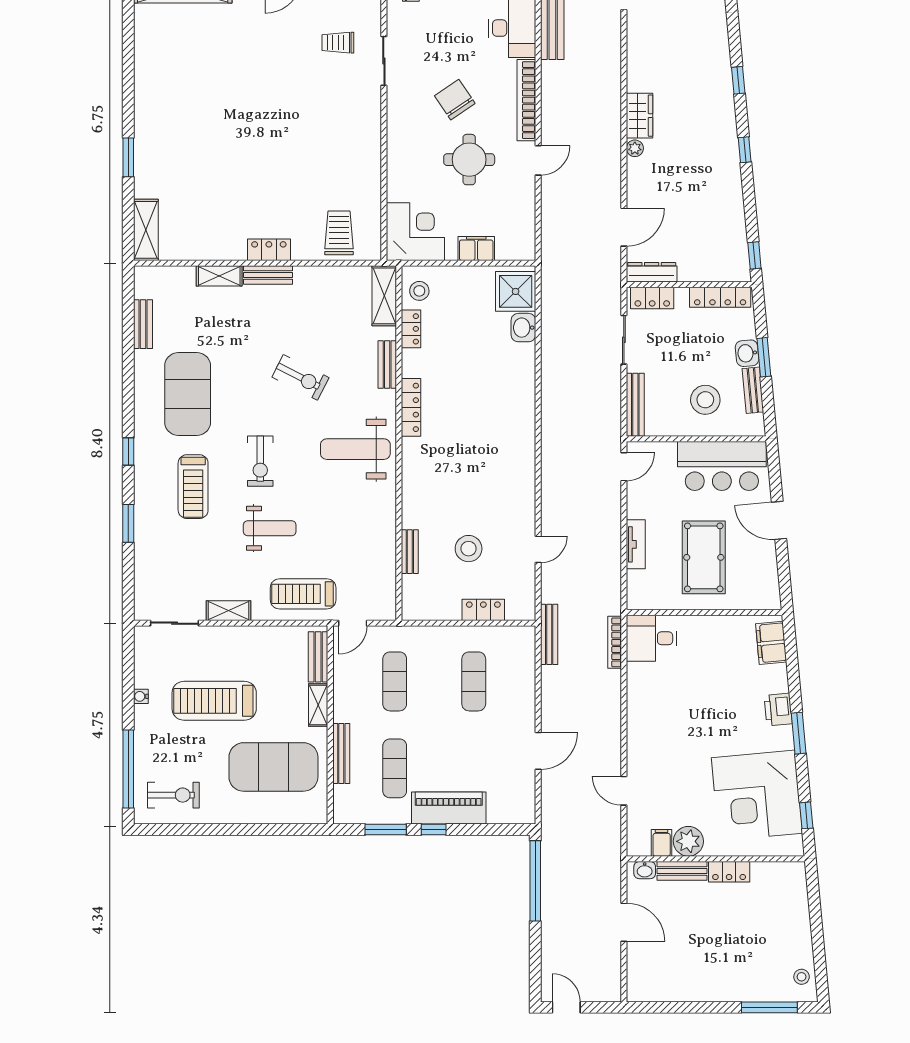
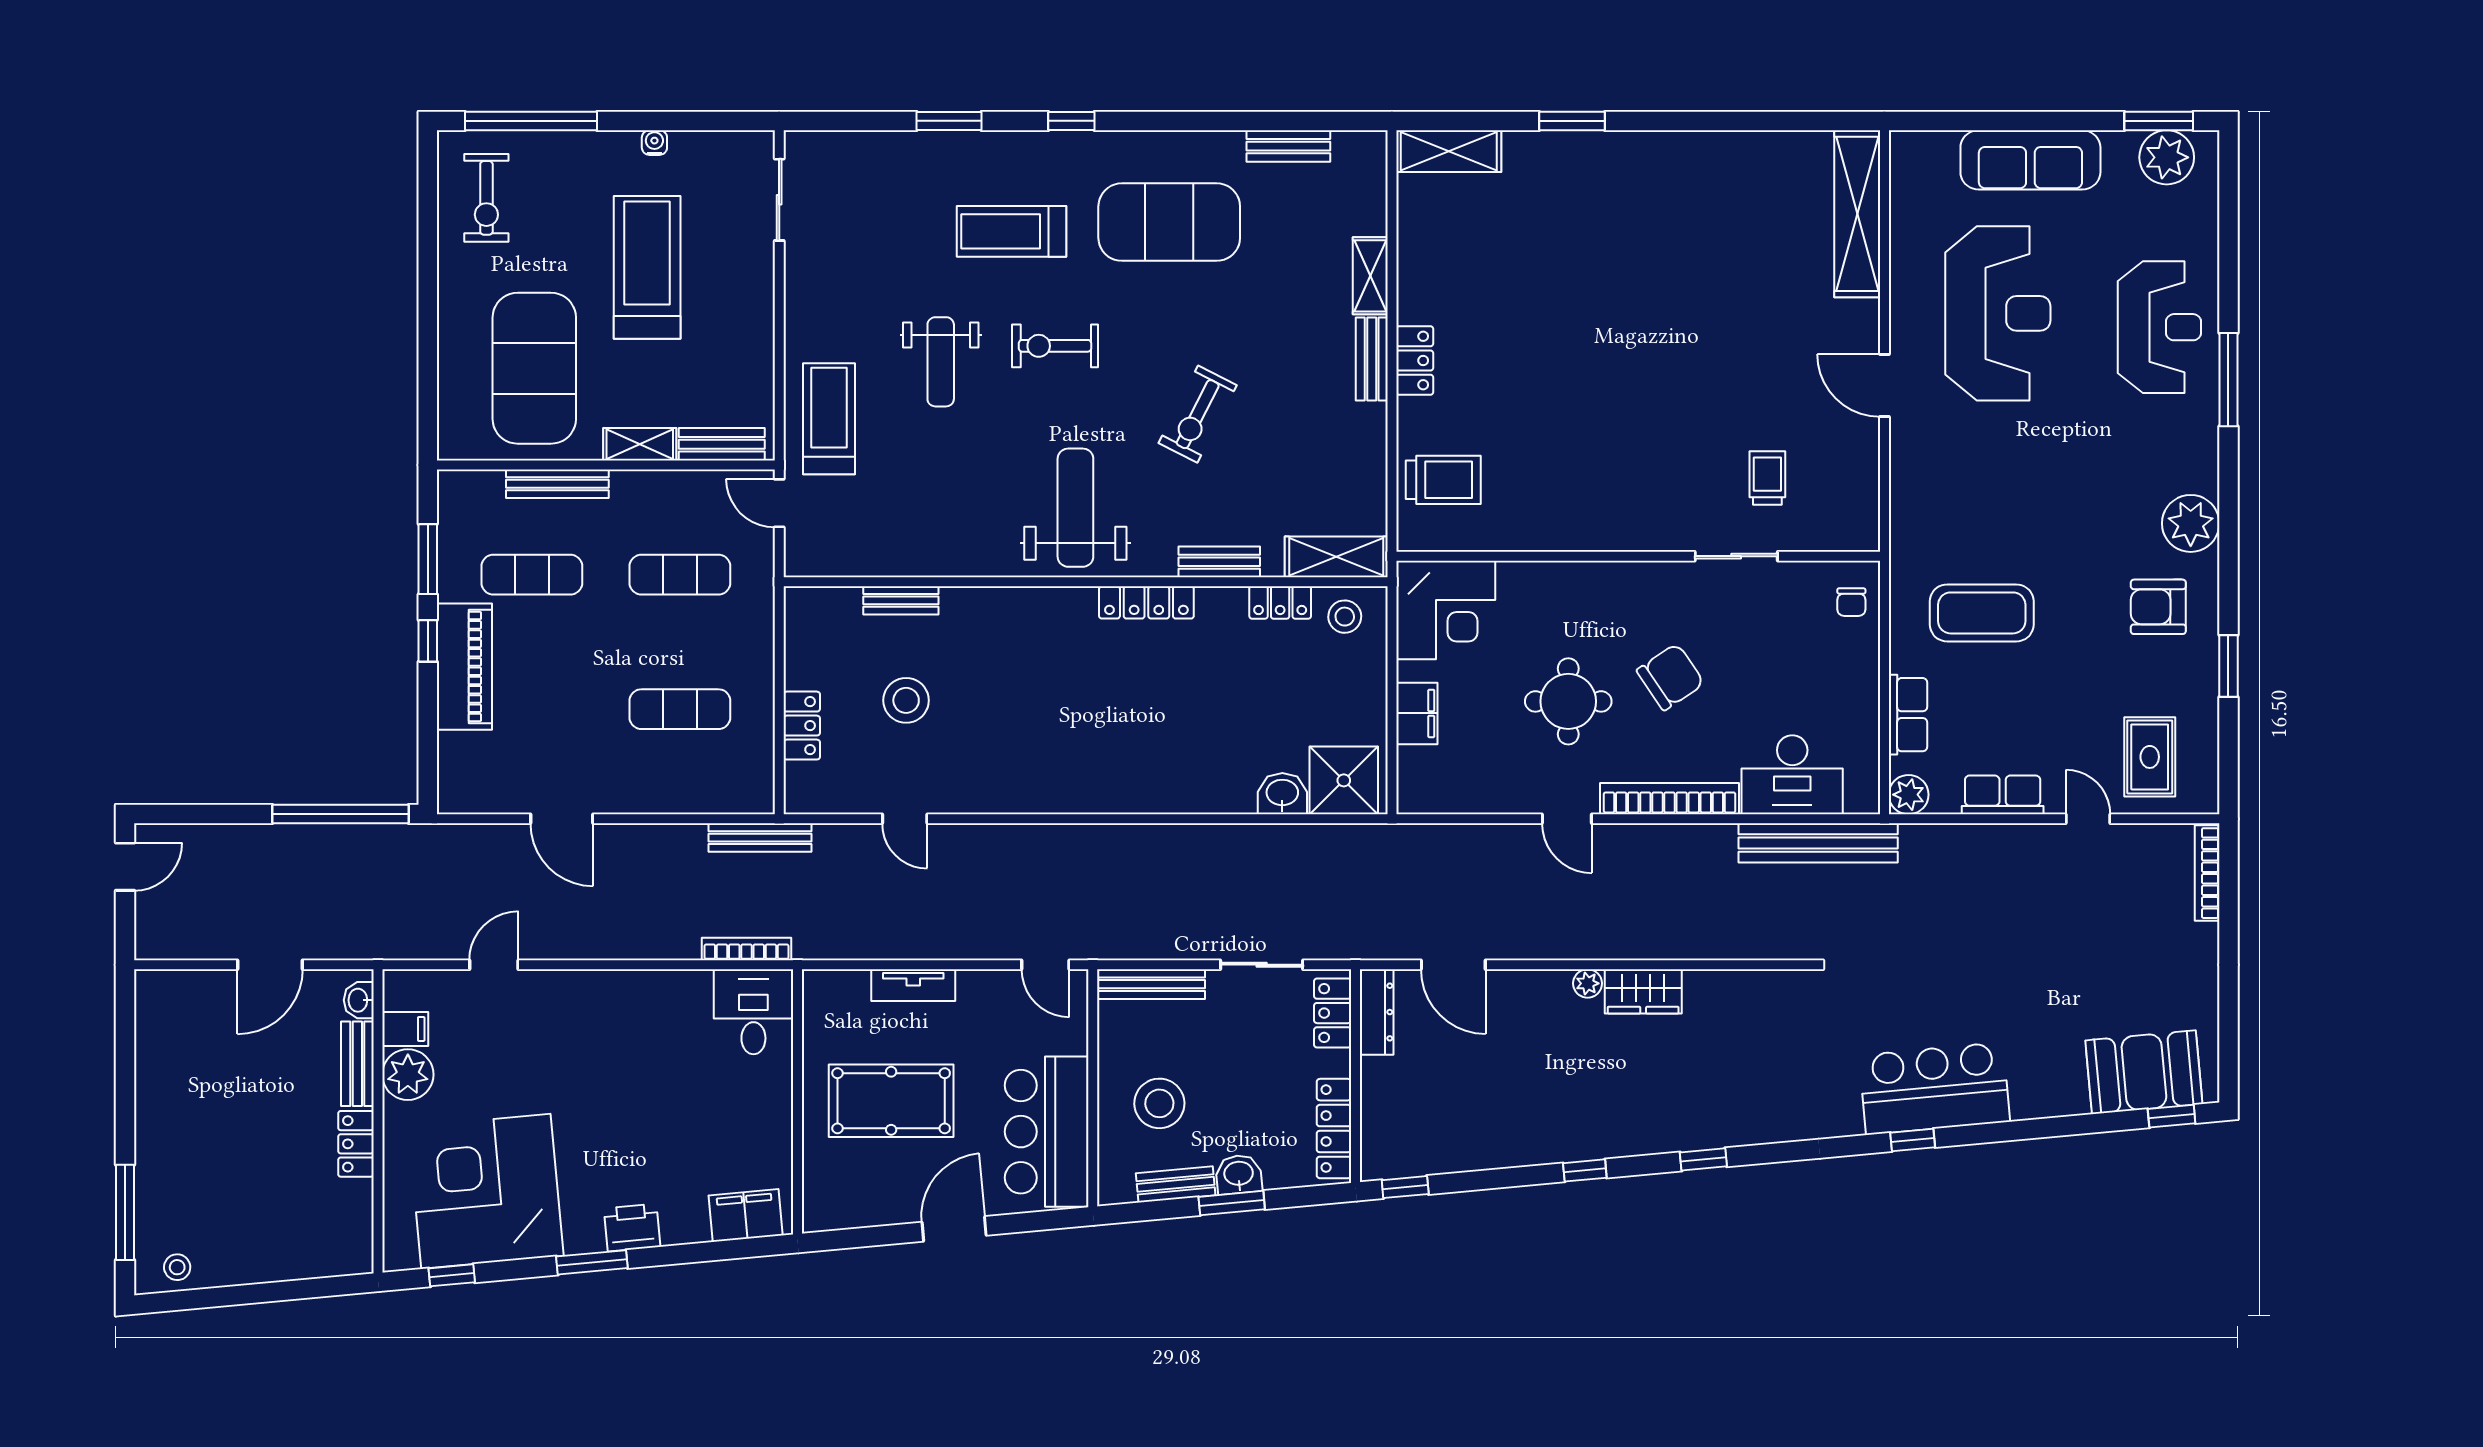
shelving: (228, 611) -> (801, 292), removed

